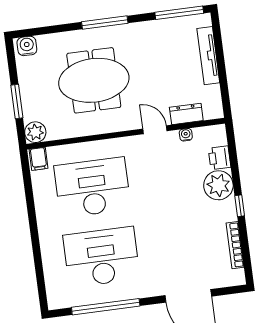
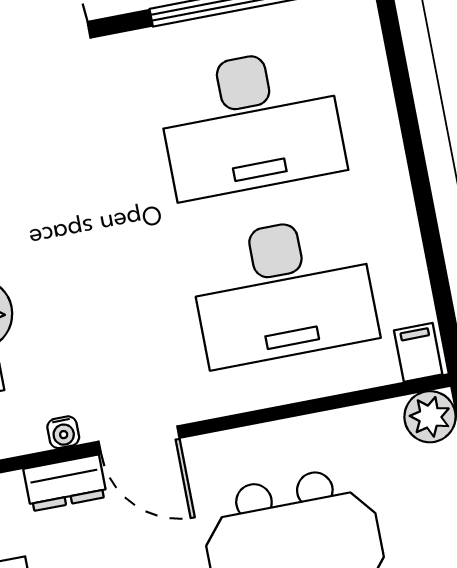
door: (155, 130) -> (139, 440), width x1.38

